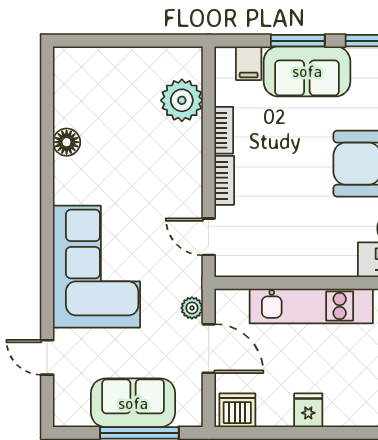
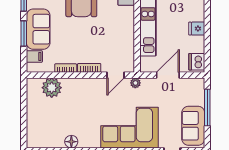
plant: (192, 308) -> (135, 83), moved
sofa: (133, 403) -> (193, 126), moved

